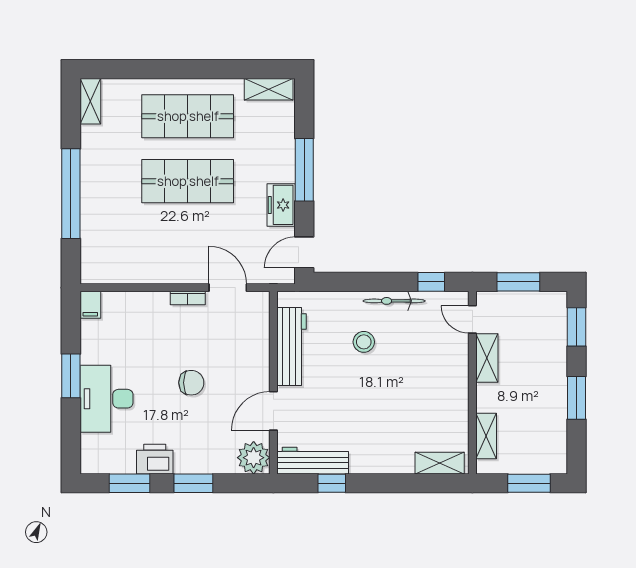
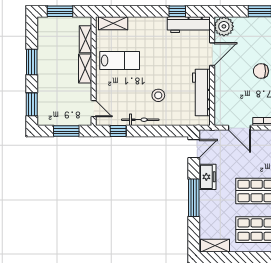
shelving: (487, 358) -> (85, 69), moved
lab bench: (429, 400) -> (120, 60), added

